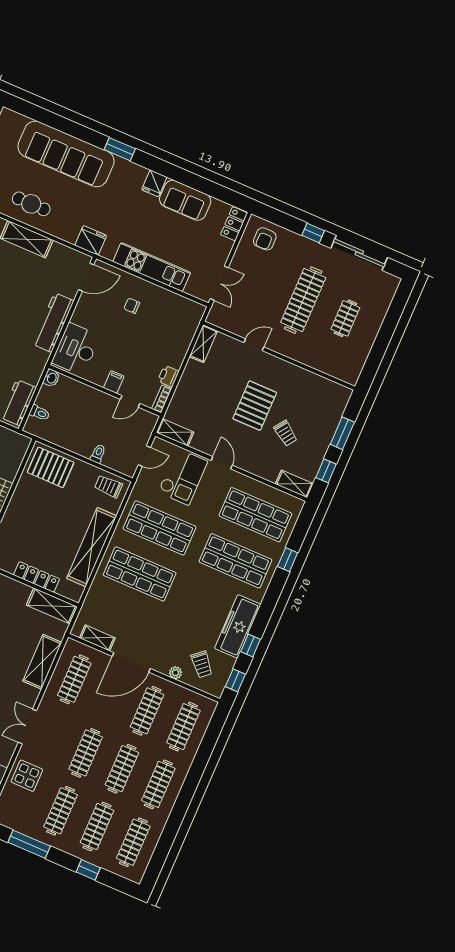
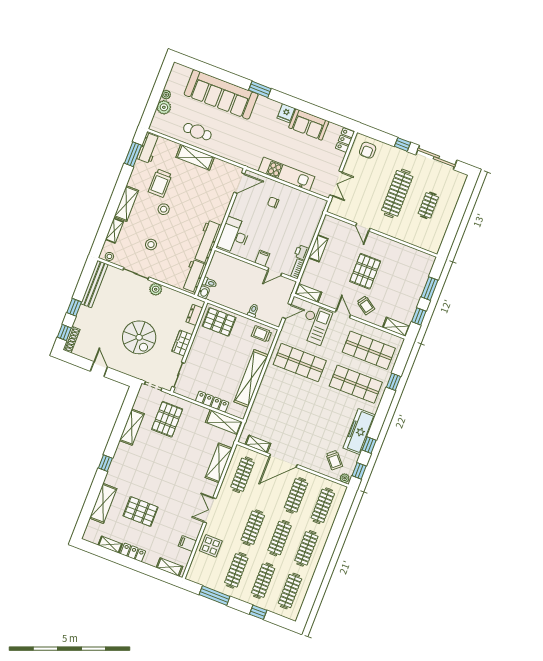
fridge: (91, 240) -> (242, 156), removed
workbench: (53, 322) -> (207, 242), moved
shelving: (203, 344) -> (318, 248), moved
door: (254, 345) -> (363, 227), swing flipped
washbasin: (51, 378) -> (204, 292), moved
trolley: (286, 433) -> (366, 305), moved
dresser: (17, 456) -> (194, 315), added
shop shelf: (140, 574) -> (287, 397), removed
plant: (175, 673) -> (345, 478), moved

